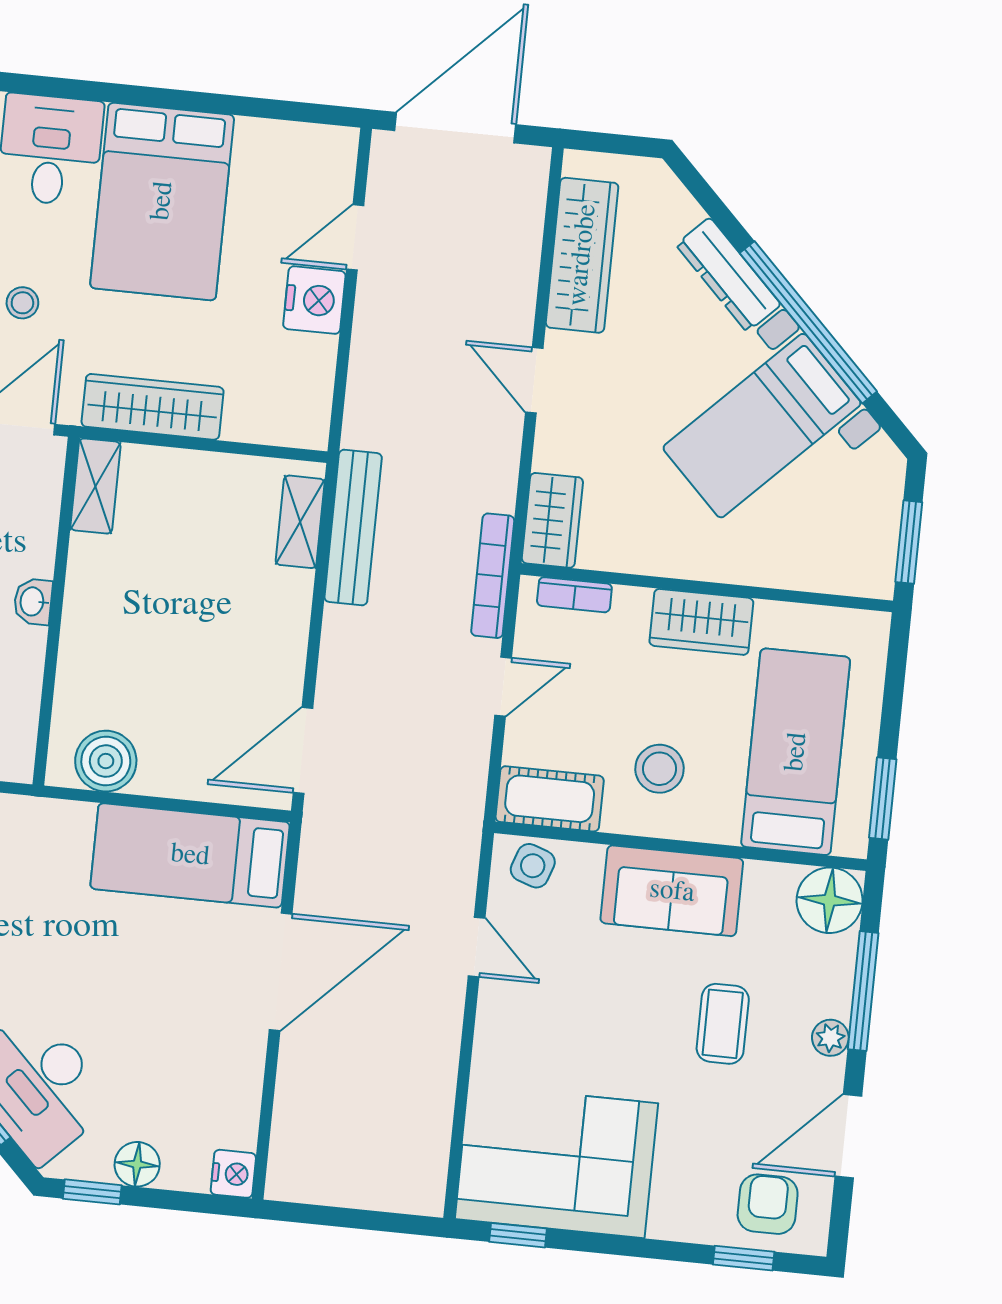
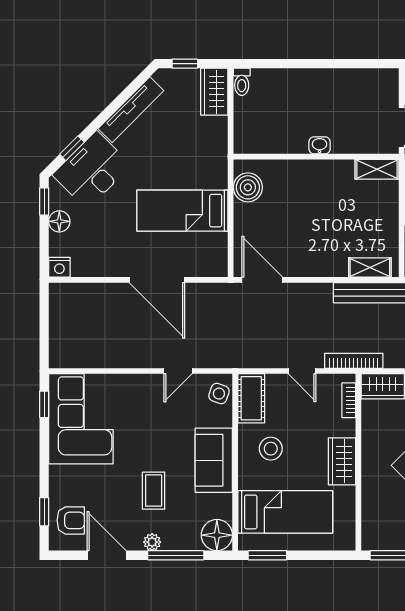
bed: (190, 855) -> (182, 211), moved, turned -90
coffee table: (723, 1024) -> (154, 491), turned 90

